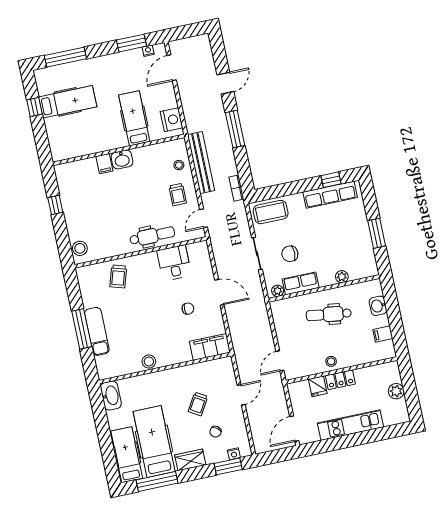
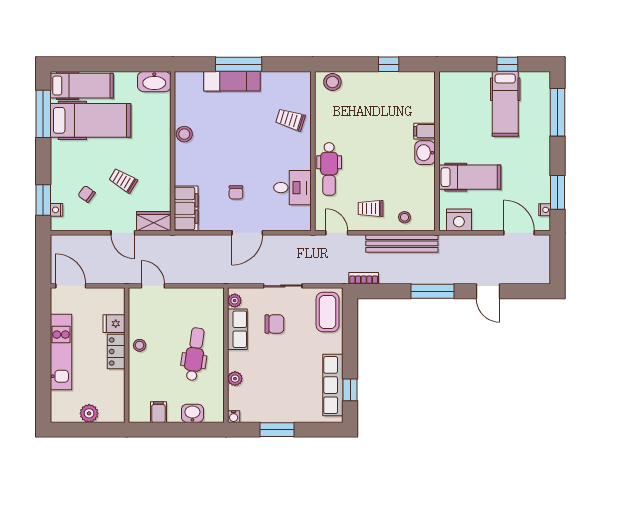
chair: (290, 254) -> (274, 324), turned 90
water cooler: (373, 271) -> (234, 417), added
wardrobe: (190, 460) -> (153, 221), moved, turned -90

